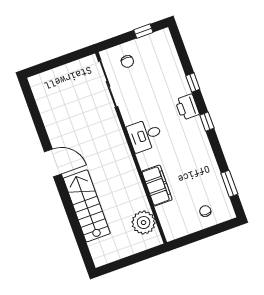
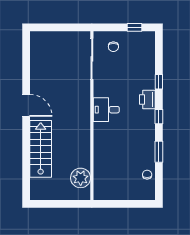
window: (229, 184) -> (159, 152), moved
filing cabinet: (157, 186) -> (102, 153), removed
chair: (205, 211) -> (147, 175), moved

